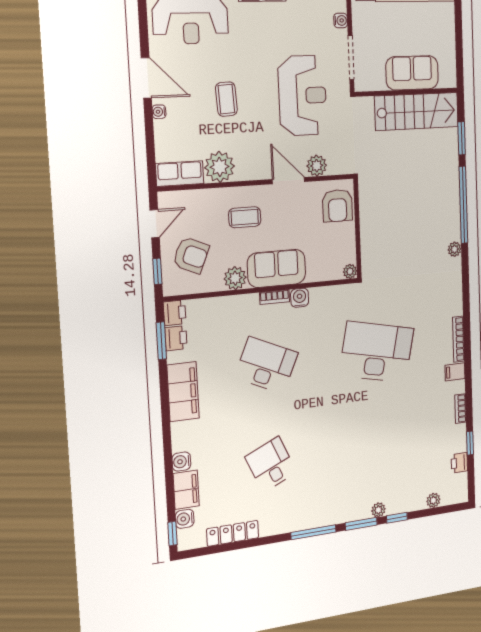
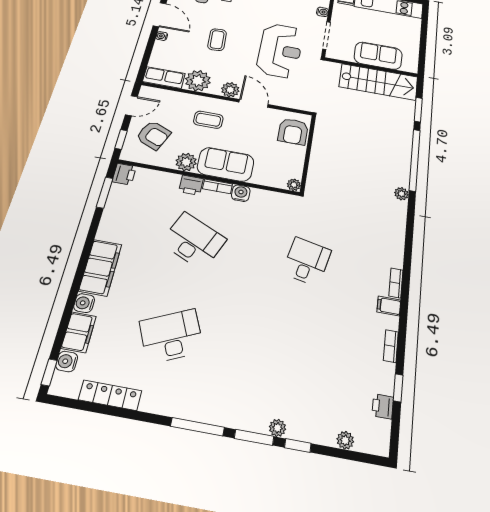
plant: (317, 166) -> (230, 90), moved
printer: (176, 338) -> (191, 185), moved, turned 90
bookcase: (459, 339) -> (396, 283), width x0.64
desk: (377, 352) -> (307, 261), width x0.53, depth x0.77
filing cabinet: (183, 392) -> (100, 268), moved
desk: (271, 464) -> (171, 336), width x1.37

